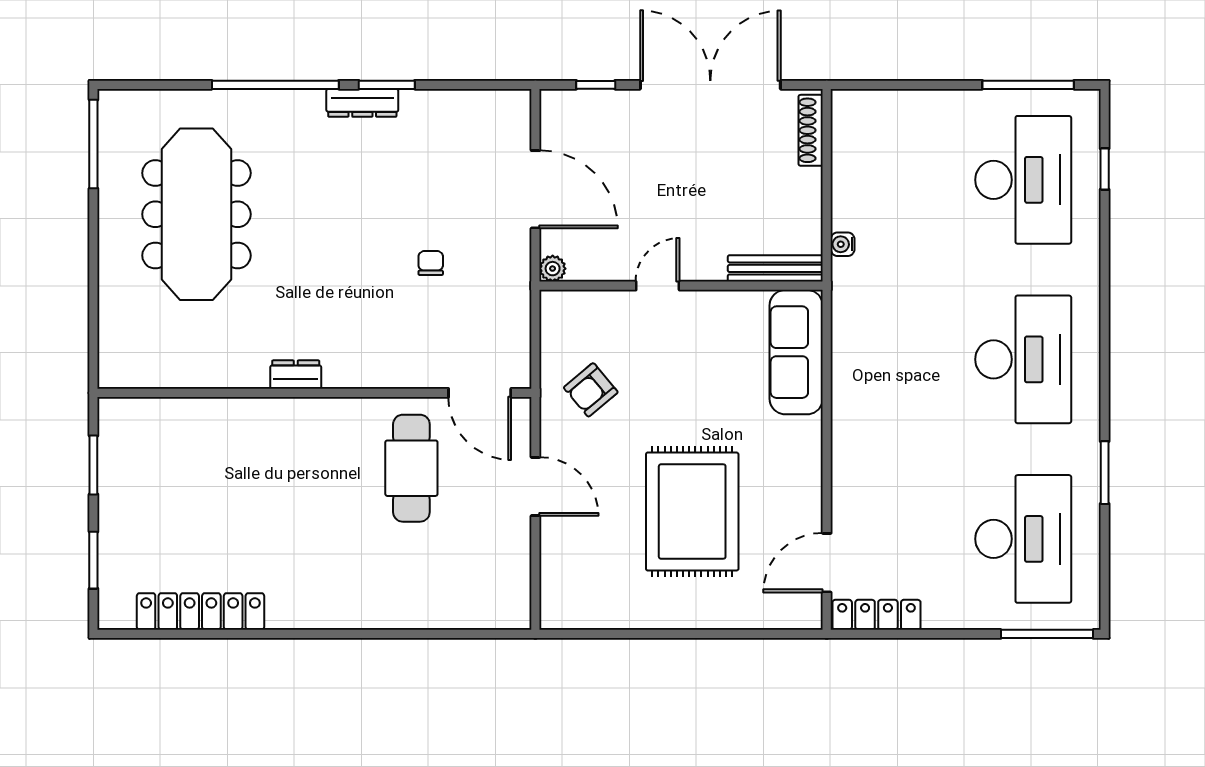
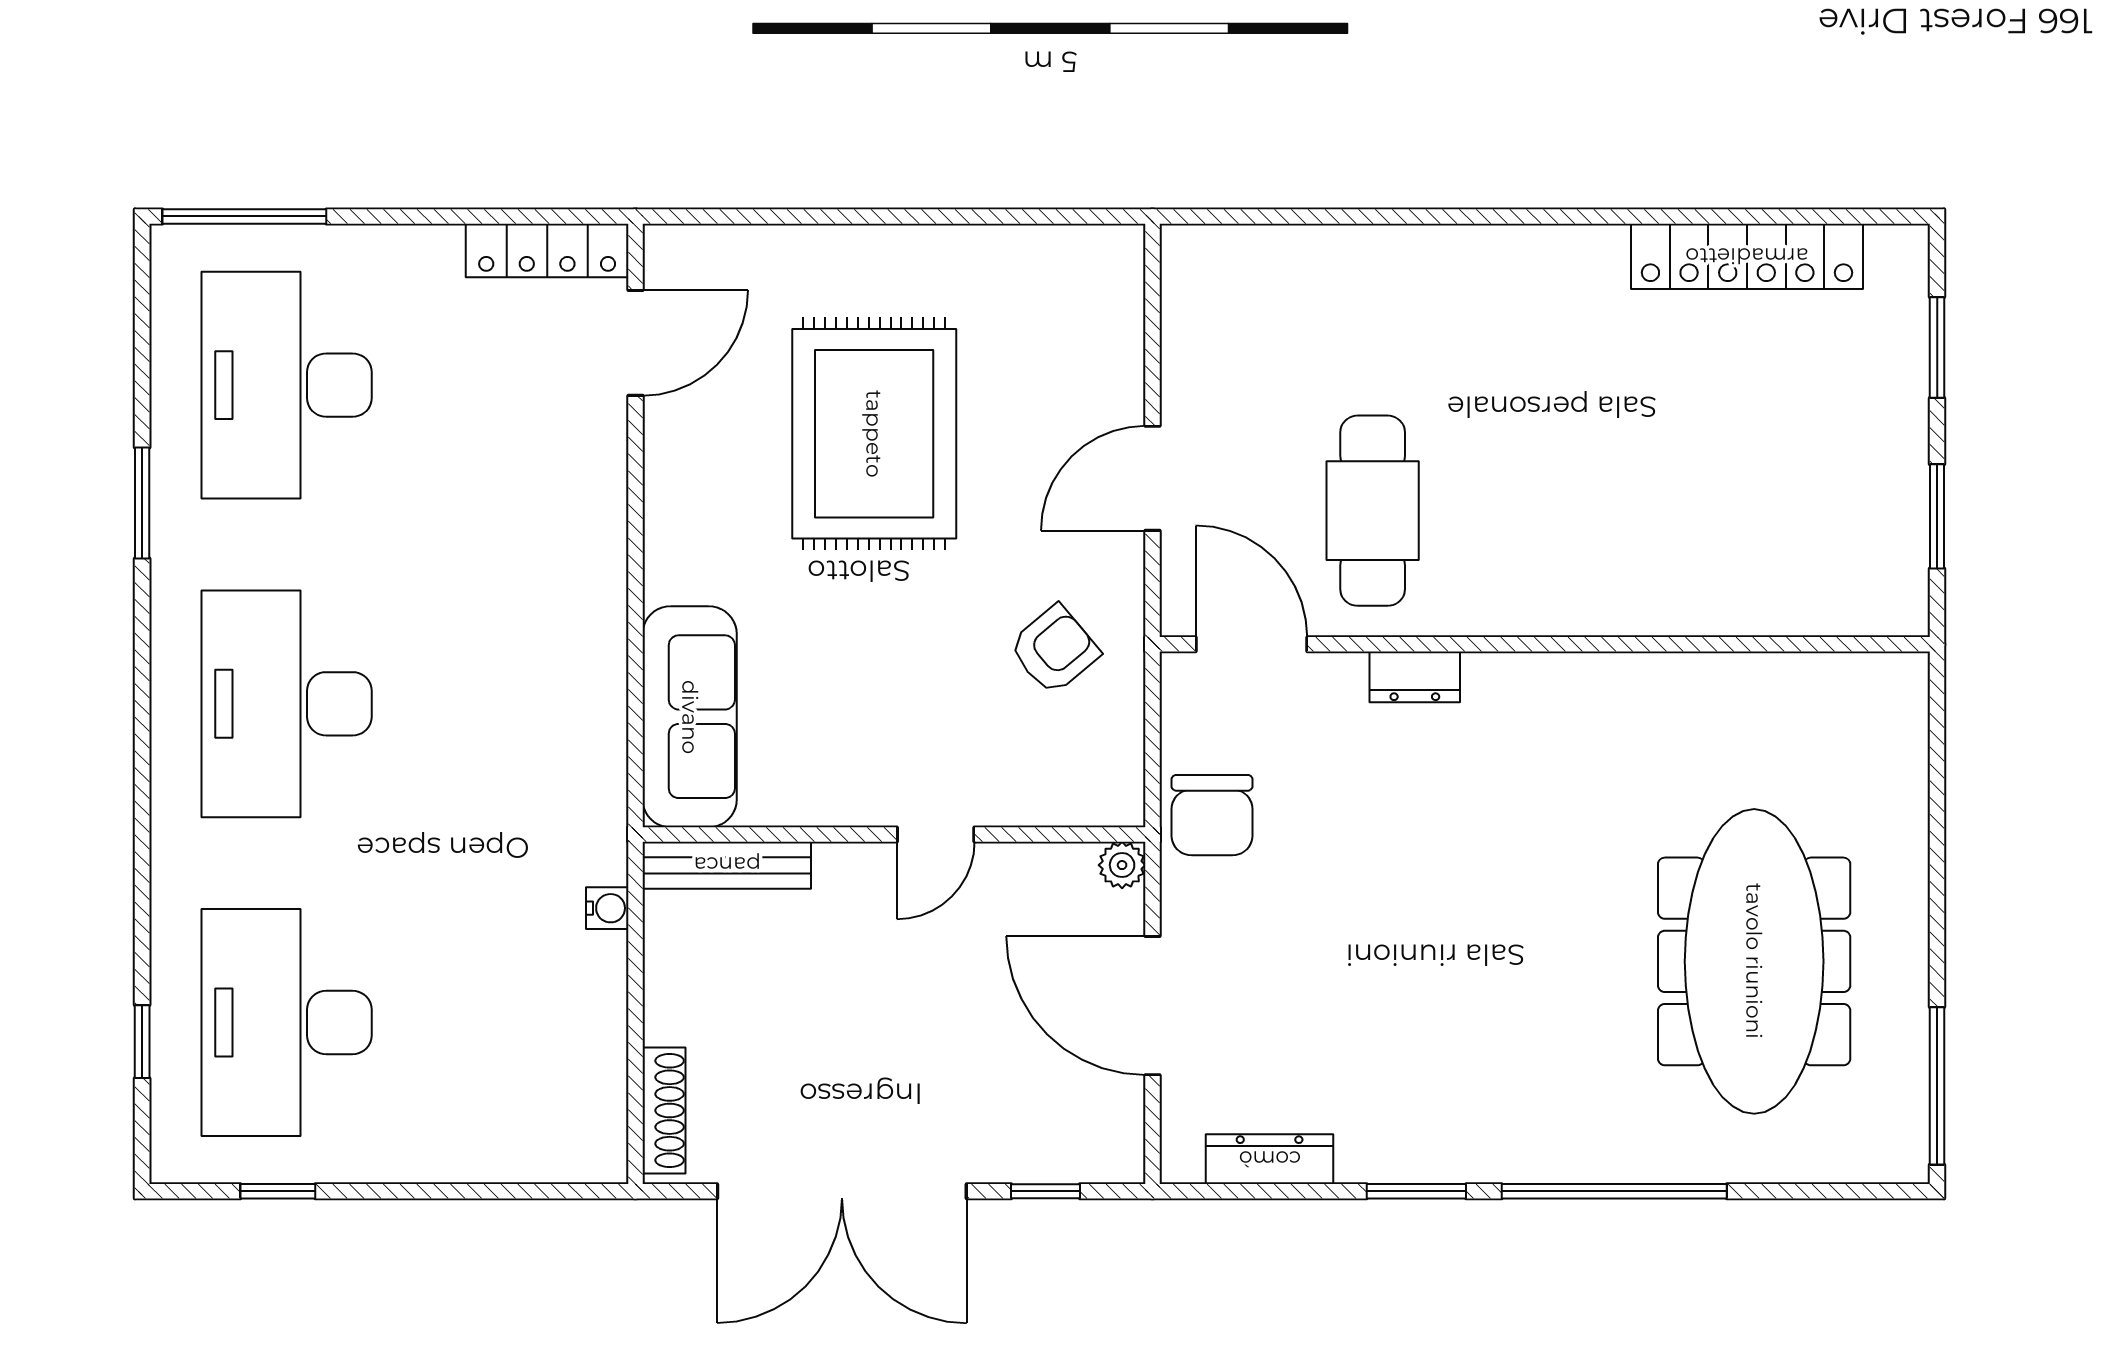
window: (1028, 85) -> (278, 1191), width x0.46
dresser: (362, 103) -> (1270, 1159), moved
chair: (431, 263) -> (1212, 815), moved, width x1.87, depth x1.87
dresser: (296, 375) -> (1415, 677), moved
door: (535, 486) -> (1153, 478), hinge flipped

